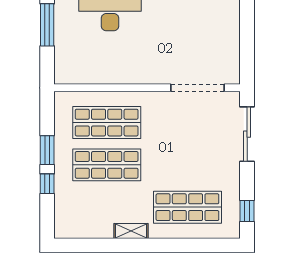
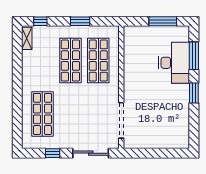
window: (47, 184) -> (40, 21), moved
window: (247, 211) -> (53, 153), moved
shelving: (131, 231) -> (27, 38), moved

